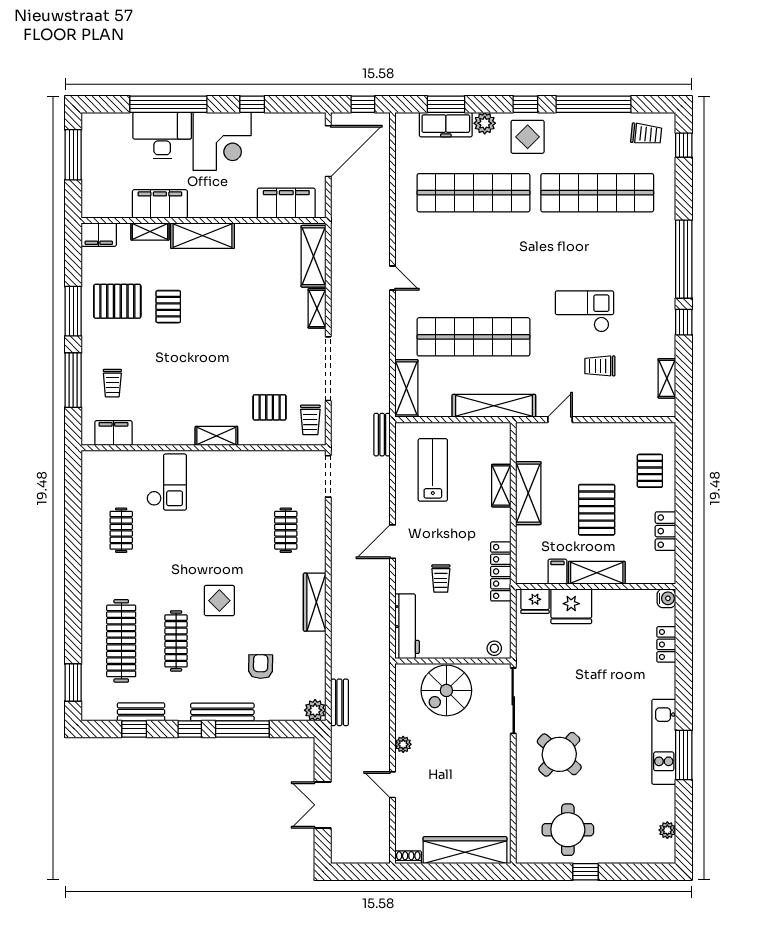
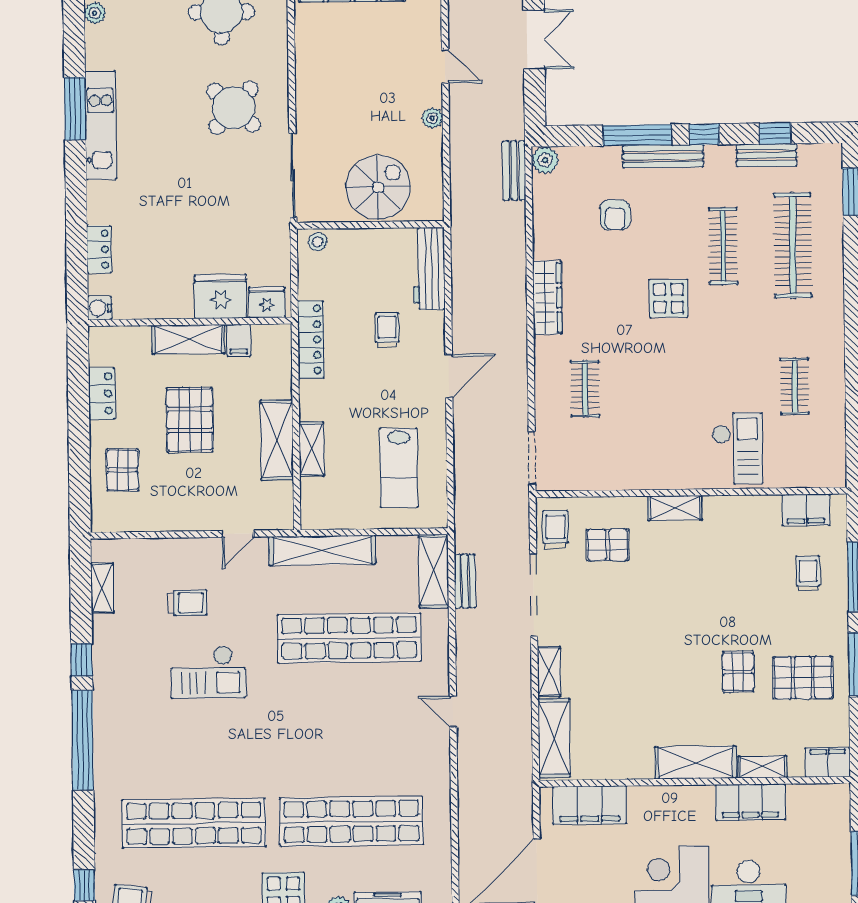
bench: (382, 435) -> (465, 581), moved
checkout: (167, 482) -> (737, 448), turned 180

